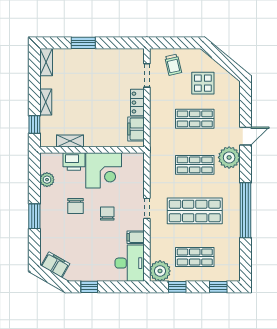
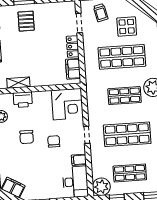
pallet: (84, 69) -> (26, 21), added
shop shelf: (195, 119) -> (122, 57), width x1.43, depth x1.36
corner desk: (104, 170) -> (67, 104), moved

